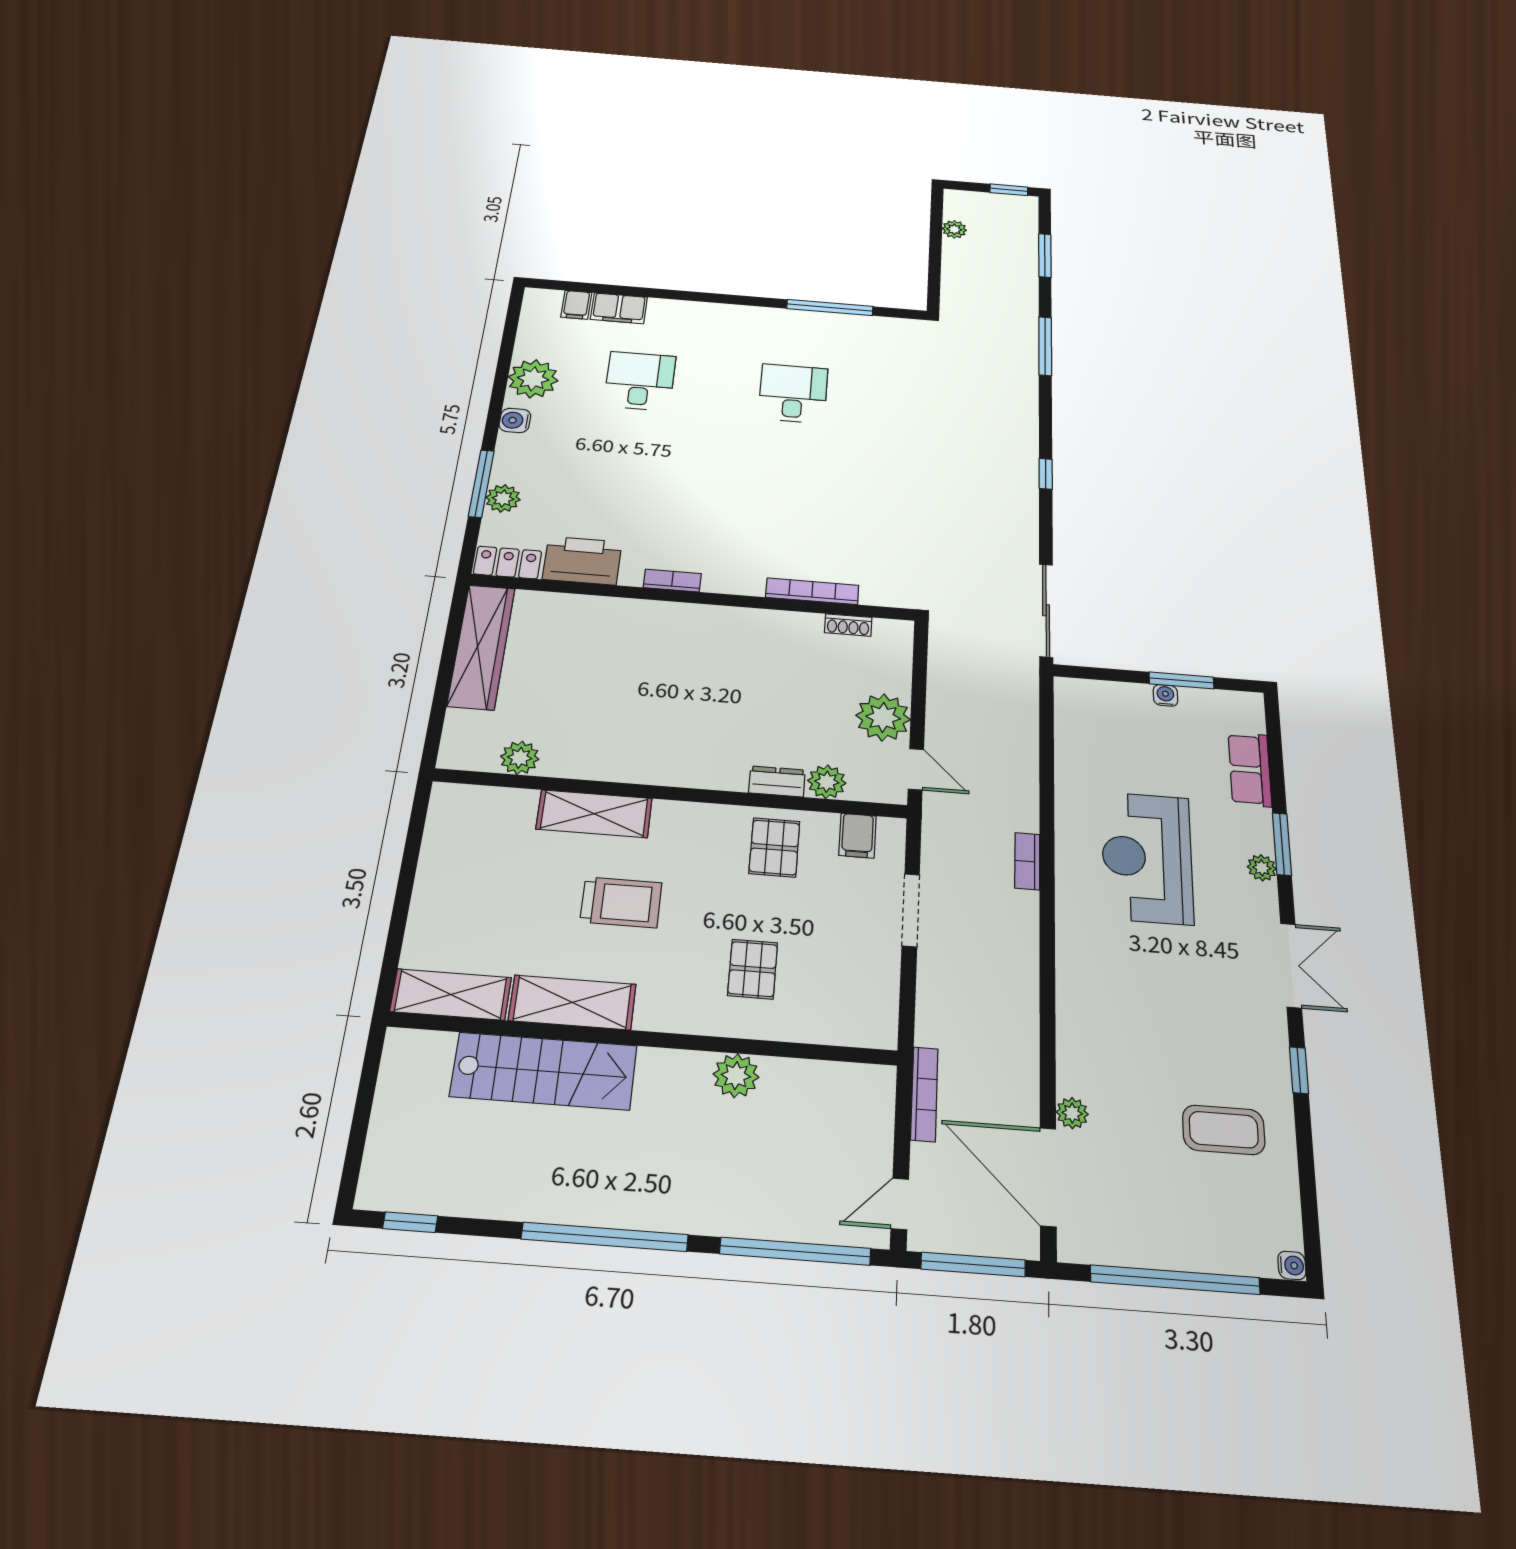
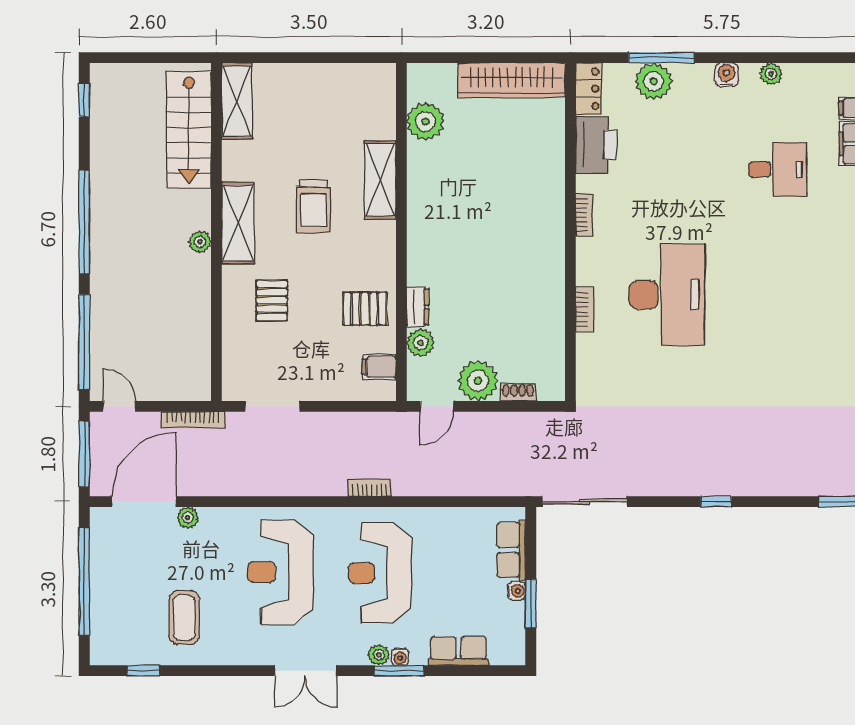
plant: (533, 379) -> (771, 74), width x0.53, depth x0.53
desk: (793, 394) -> (667, 295), moved, width x1.87, depth x1.30
plant: (503, 498) -> (654, 81), width x1.36, depth x1.36
bookcase: (812, 591) -> (585, 309), width x0.64
shoe rack: (848, 625) -> (518, 393), moved, turned 90
row of seats: (1111, 697) -> (511, 550), added
plant: (520, 758) -> (425, 122), width x1.36, depth x1.36
reception desk: (1147, 857) -> (380, 573), turned -90
doorway: (911, 910) -> (273, 406), moved
pallet: (753, 969) -> (272, 301), turned 90
reception desk: (1150, 988) -> (281, 572), added
shelving: (572, 1002) -> (238, 223), moved
window: (1299, 1070) -> (143, 671), moved
stairs: (544, 1071) -> (189, 130), moved
plant: (736, 1076) -> (200, 242), moved, width x0.73, depth x0.73
water cooler: (1292, 1265) -> (400, 657), moved

